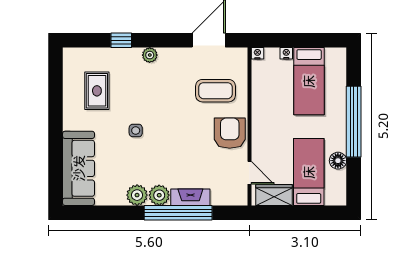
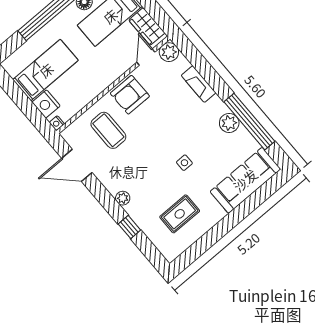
nightstand: (286, 53) -> (46, 104), width x1.89, depth x1.79
plant: (159, 195) -> (169, 52), moved
window: (178, 213) -> (249, 122), moved

